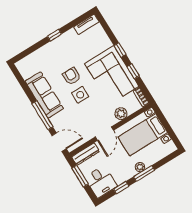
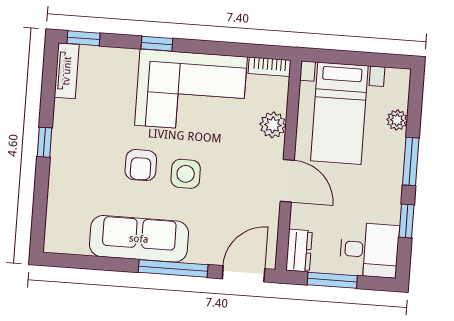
window: (133, 71) -> (84, 38), moved
armchair: (72, 76) -> (141, 165), turned -90
dresser: (86, 154) -> (299, 251), width x0.70
plant: (140, 167) -> (397, 120), moved

